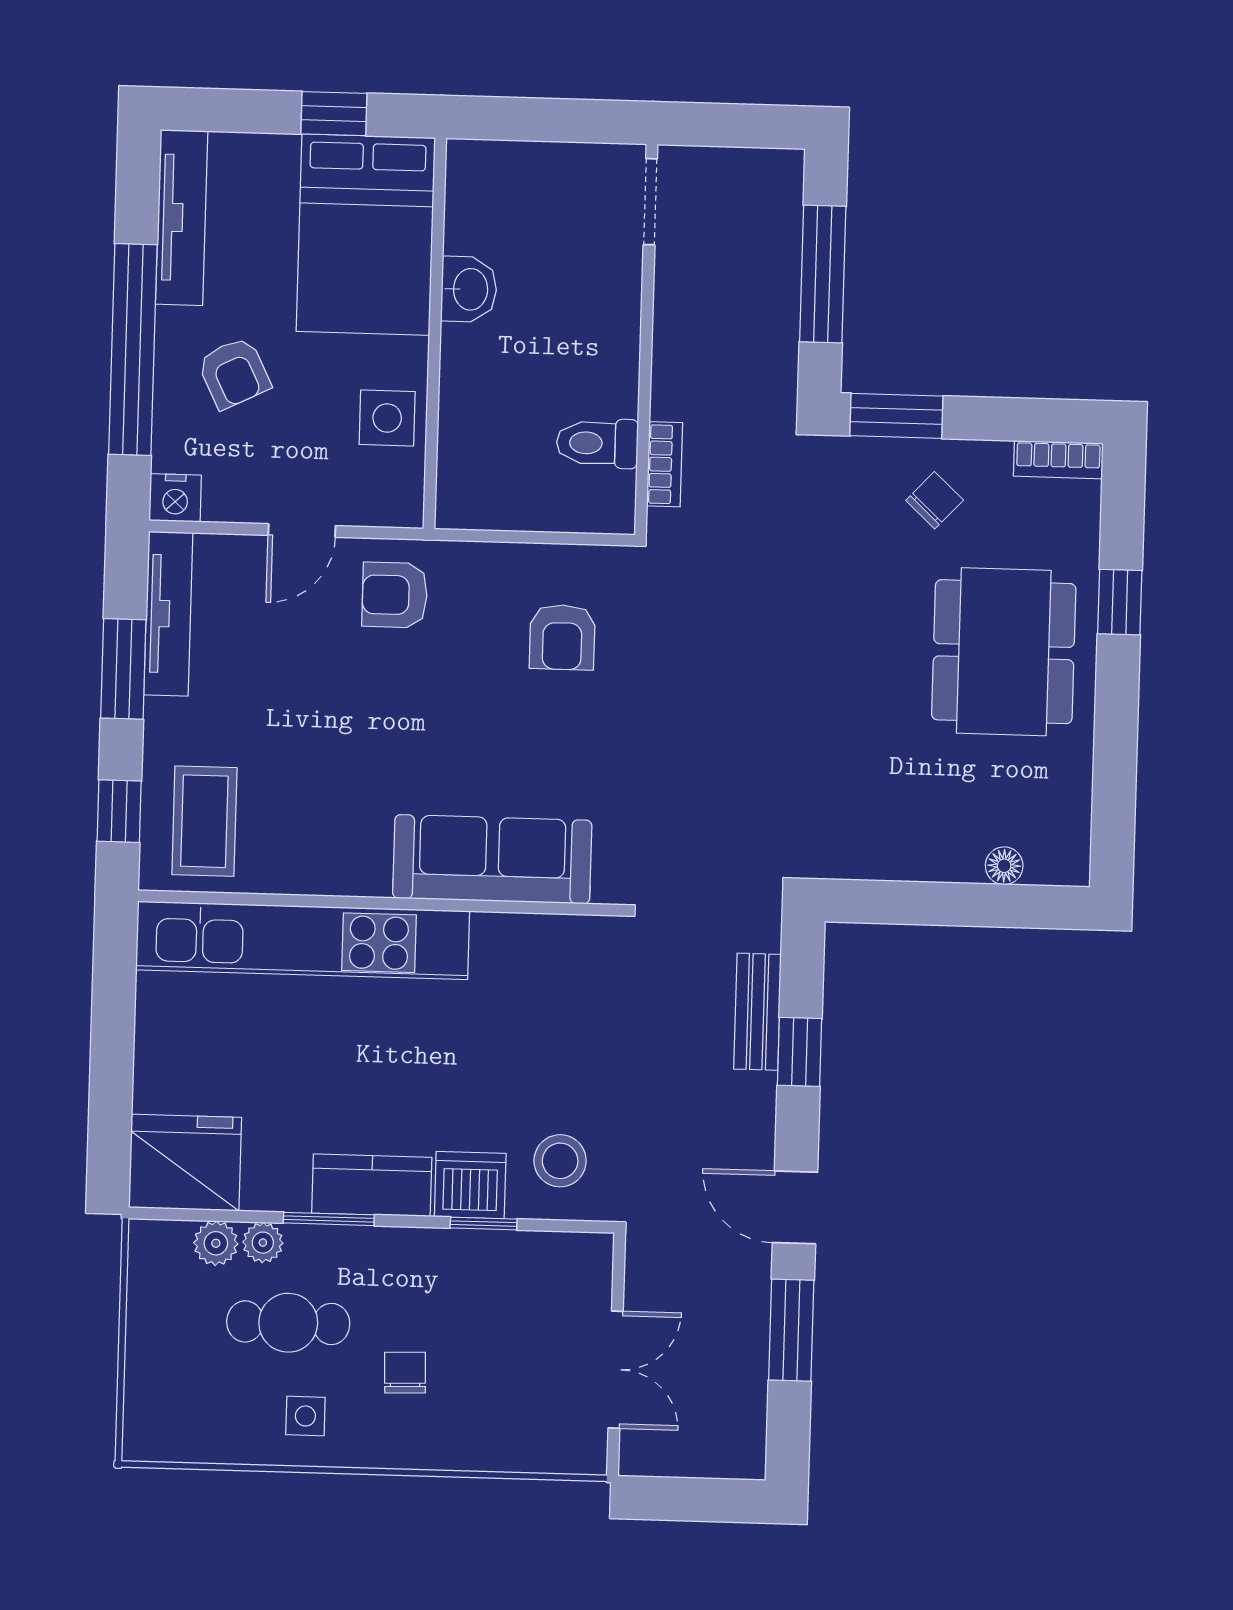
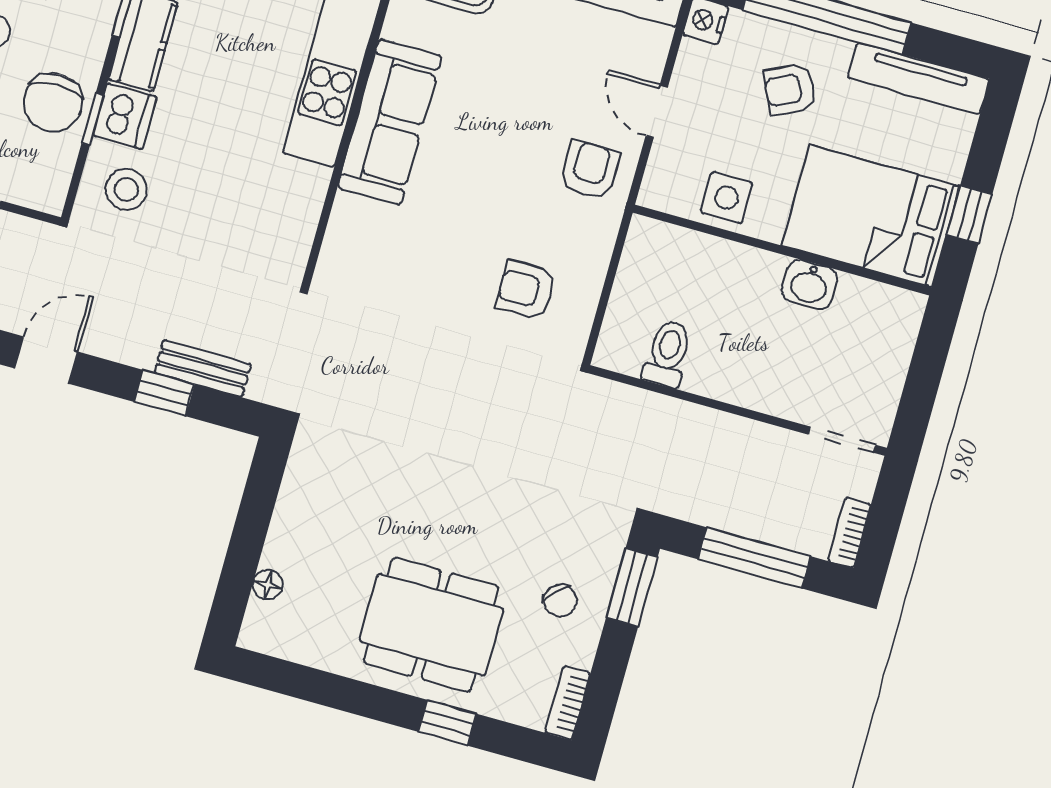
bookcase: (665, 464) -> (849, 533), moved, turned 90
sofa: (492, 859) -> (390, 122), moved
chair: (475, 1277) -> (53, 103), added

